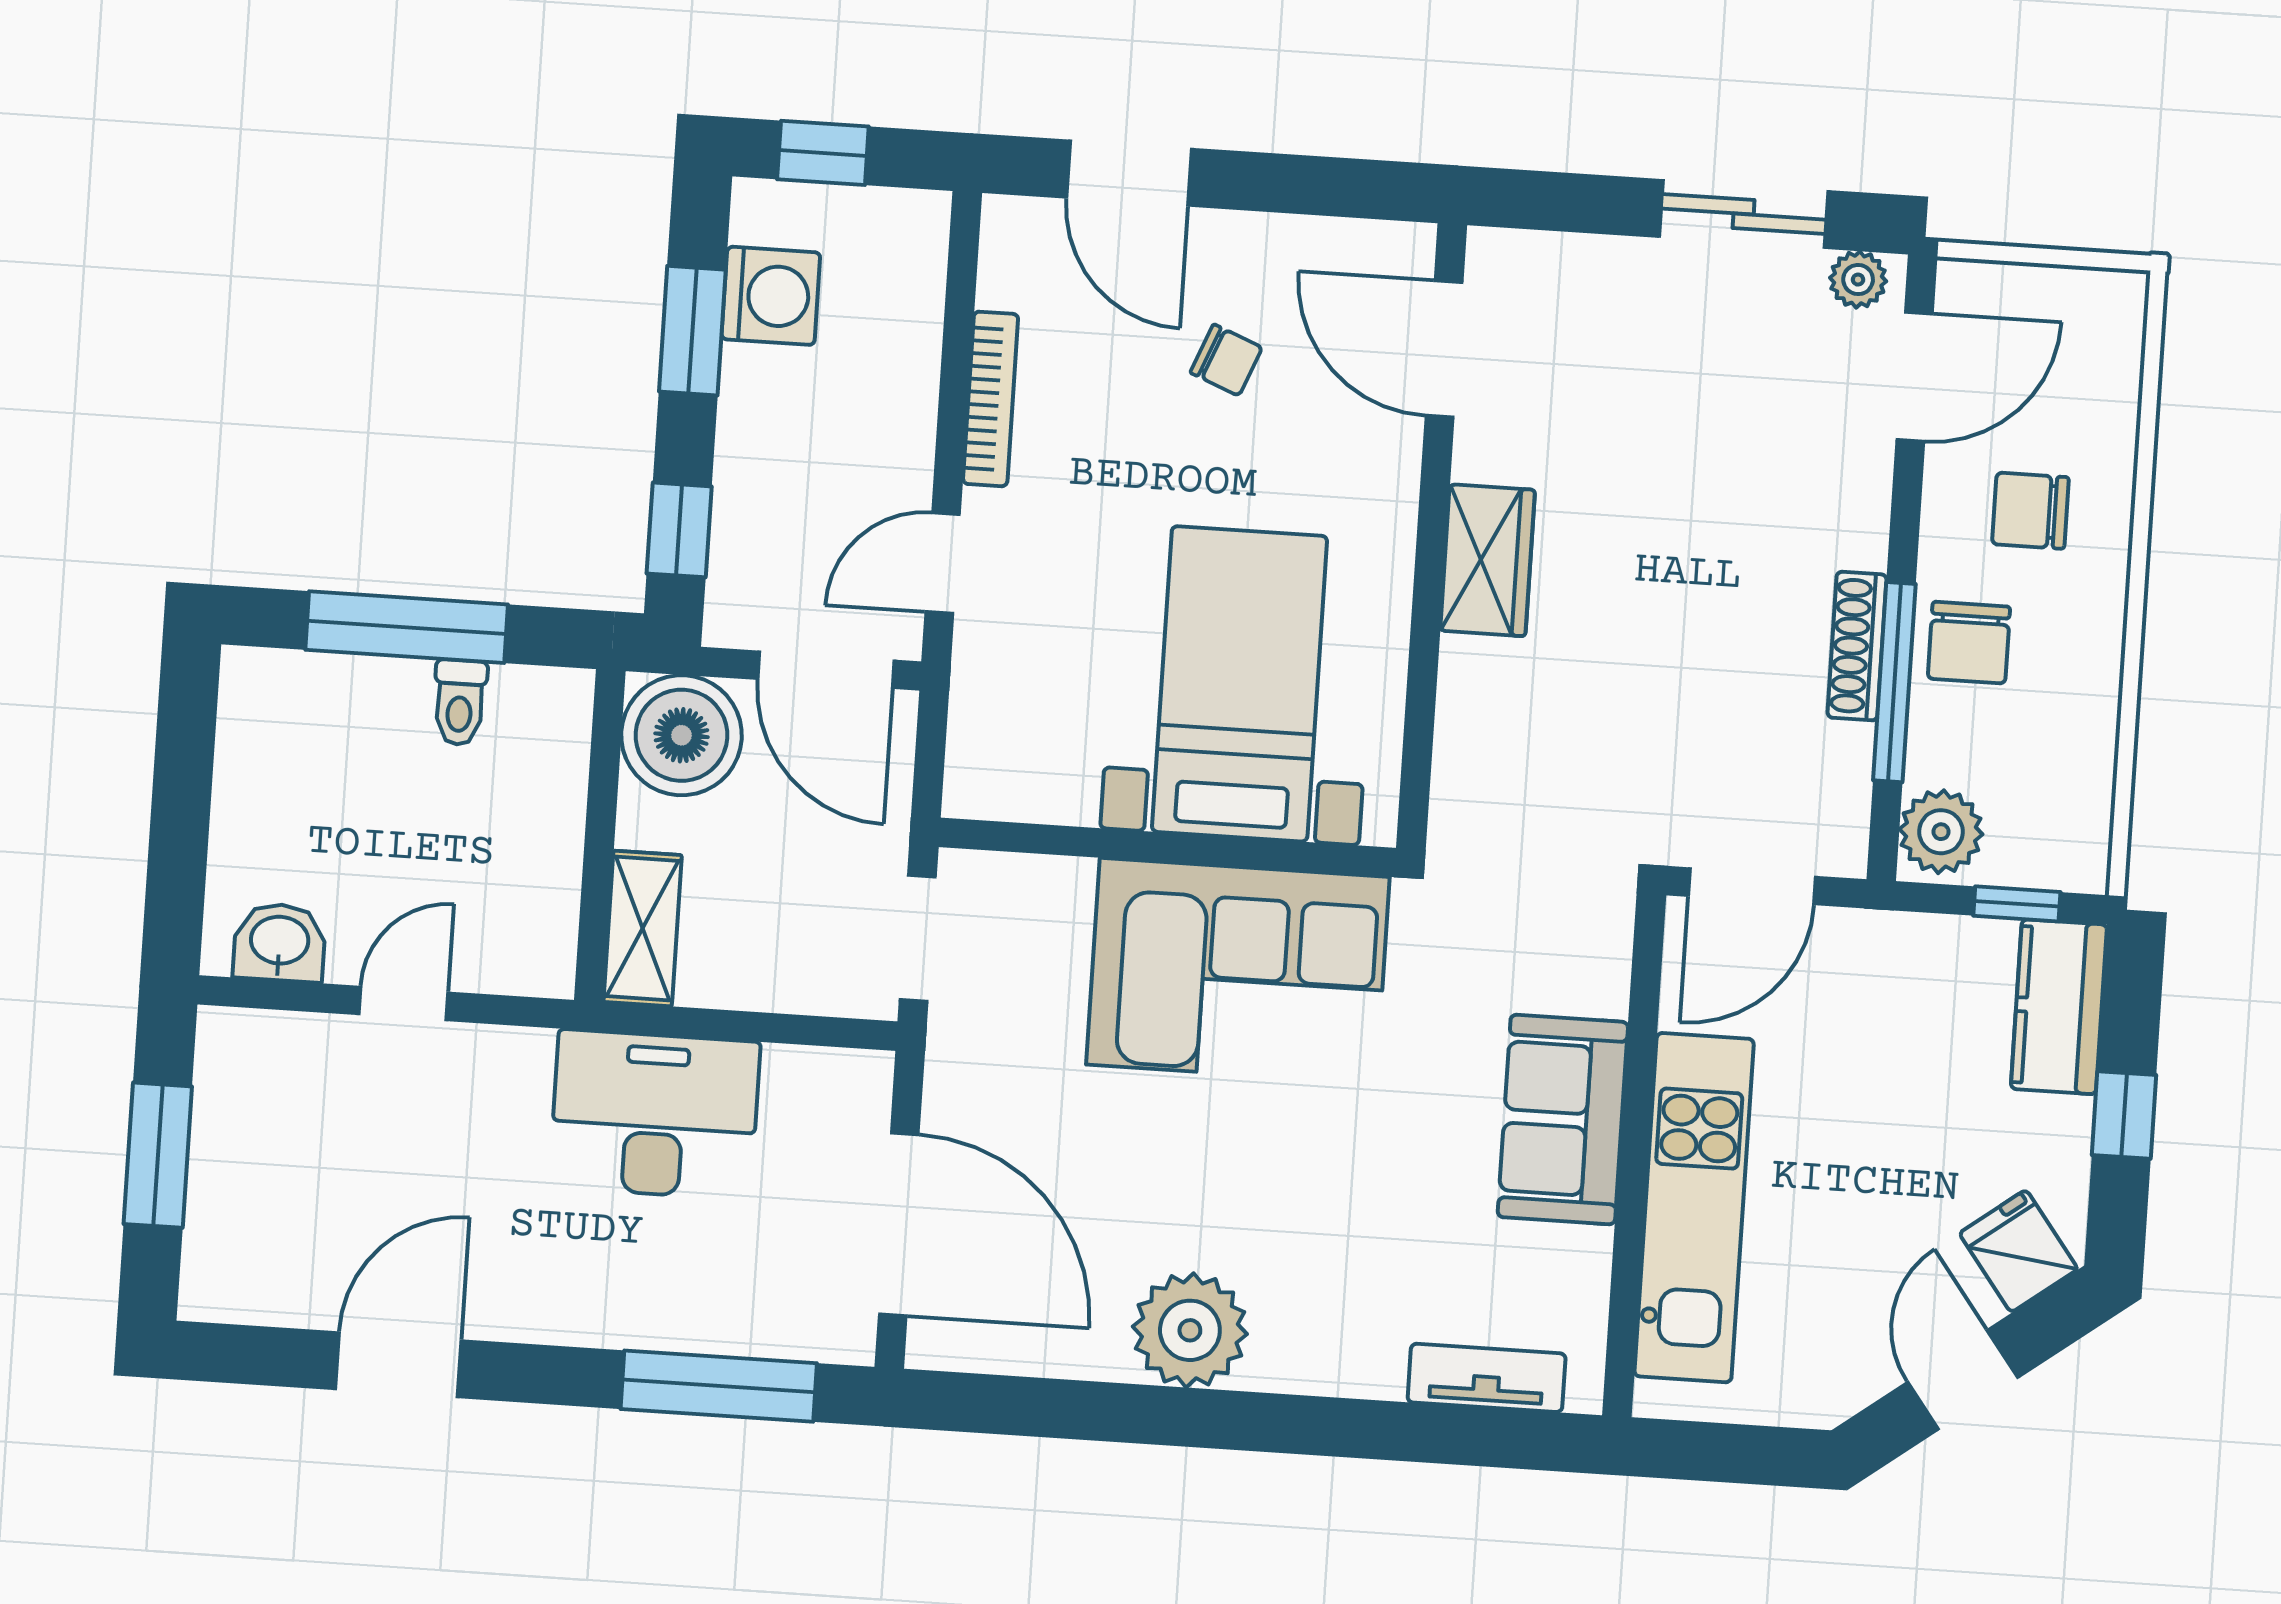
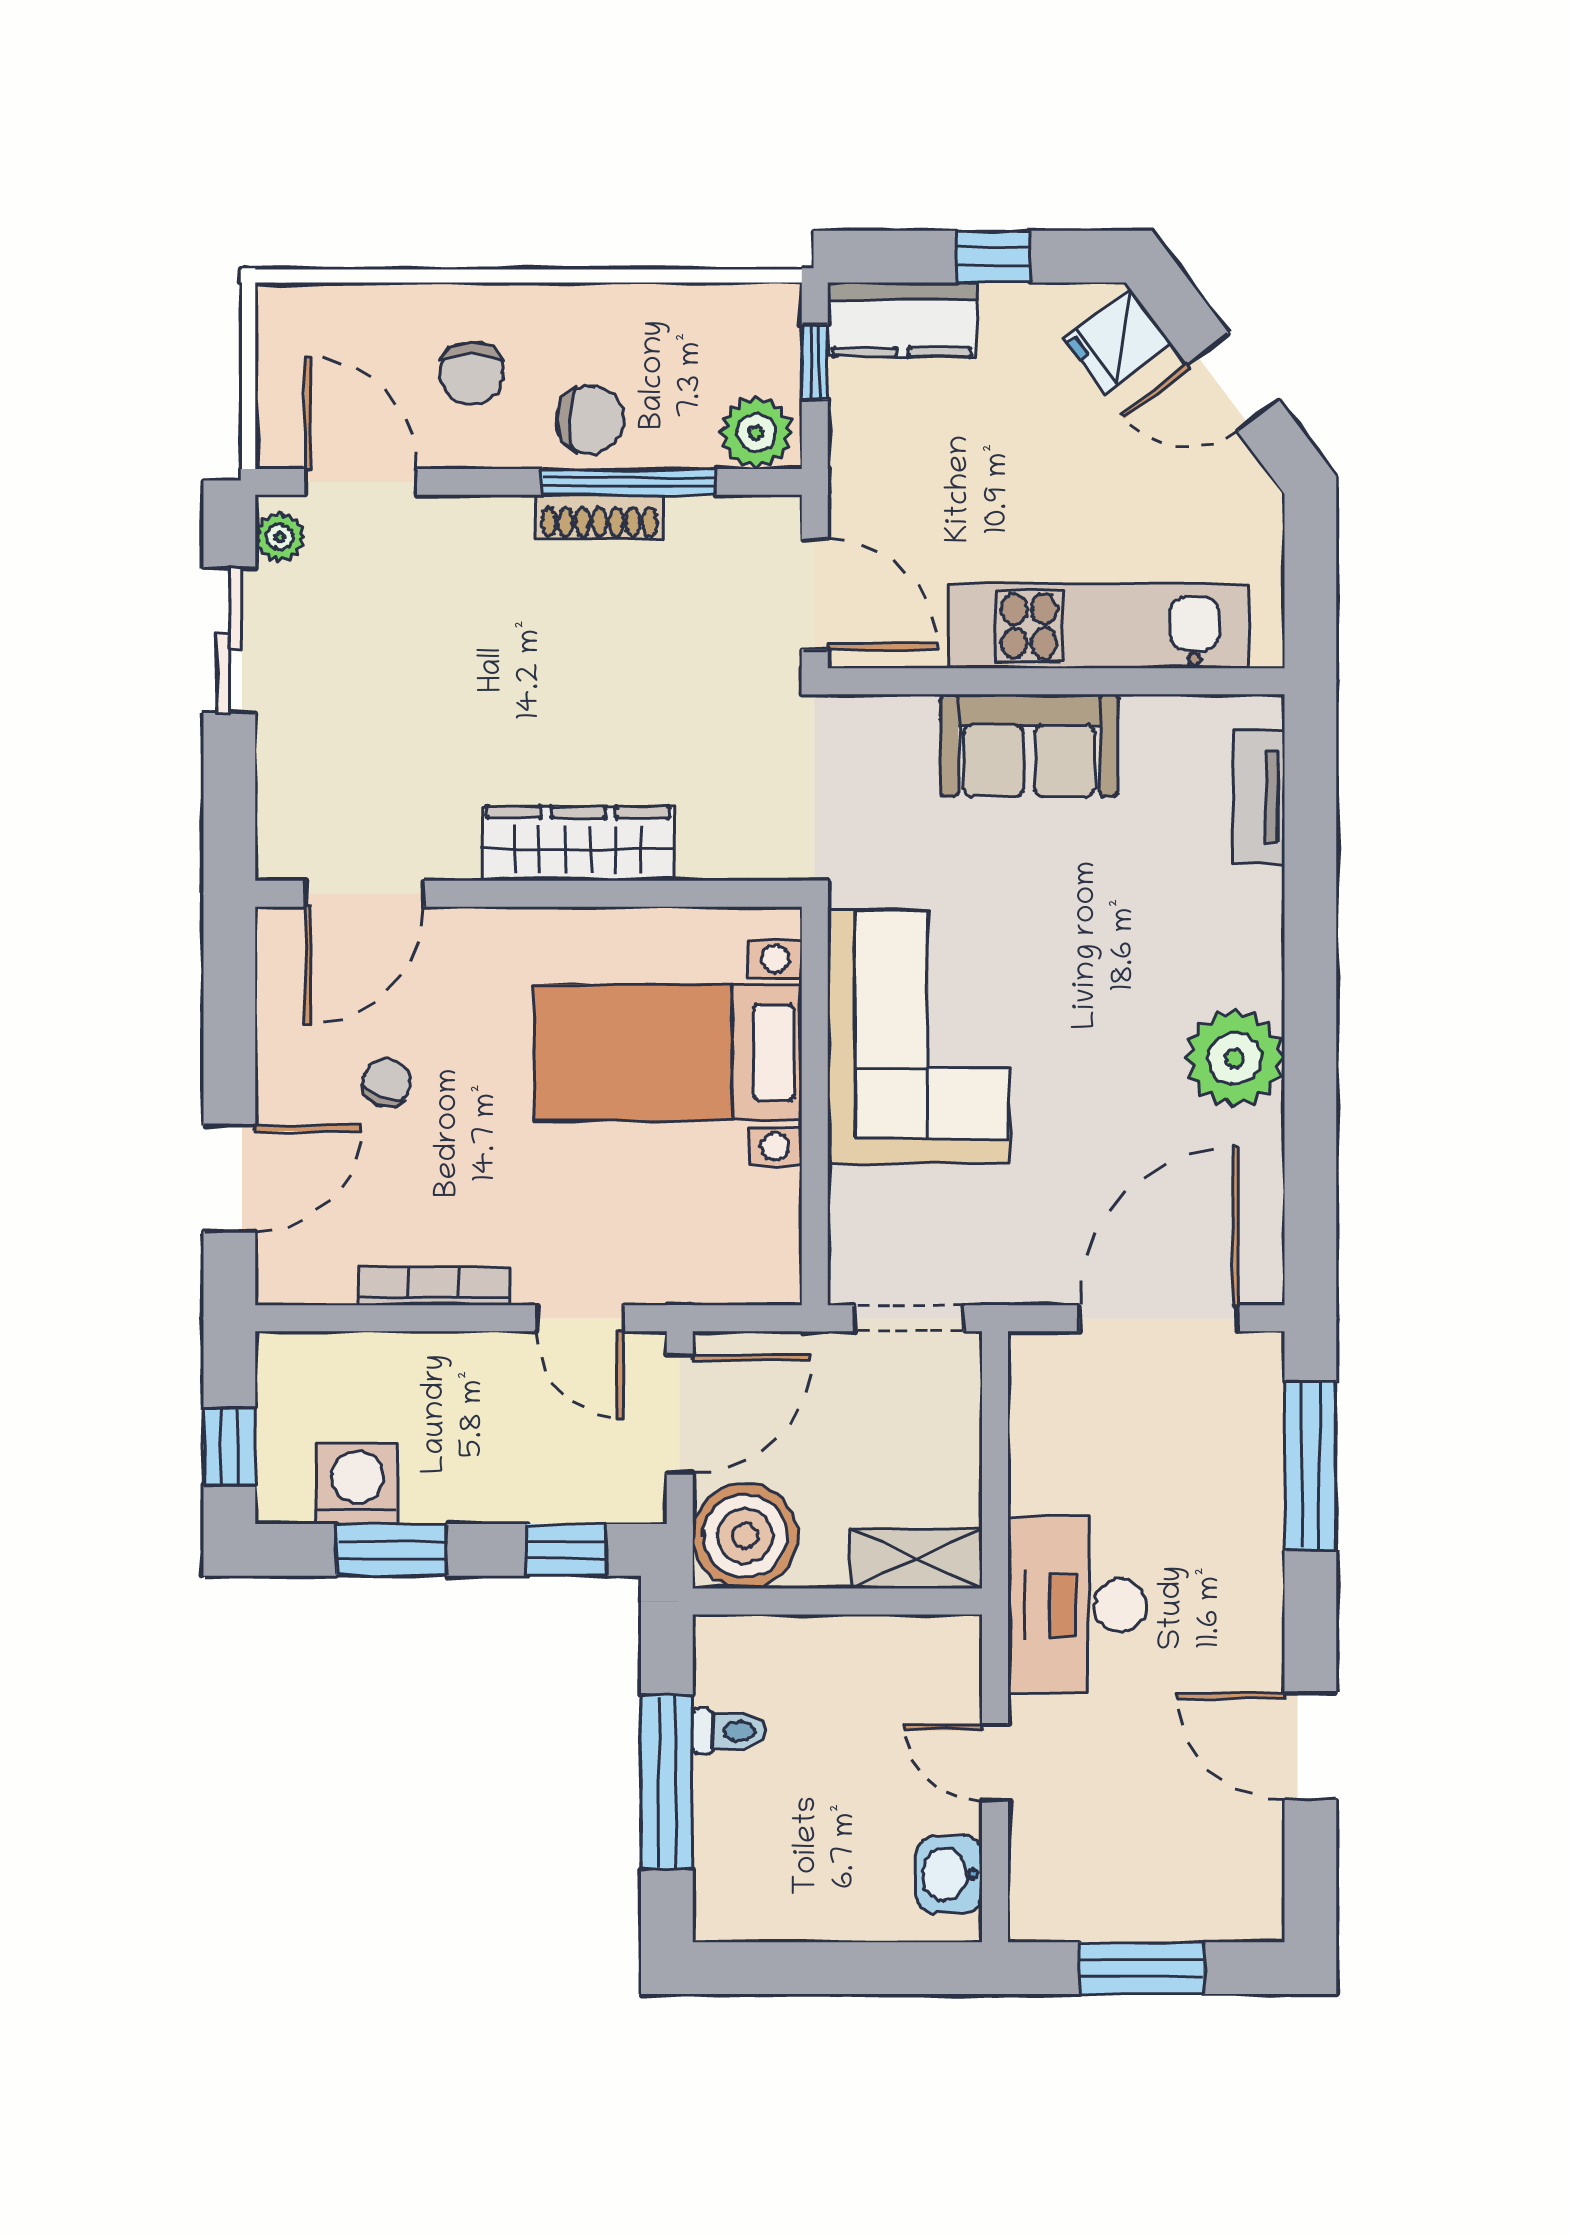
wardrobe: (1488, 560) -> (578, 844), width x1.50
desk: (655, 1114) -> (1077, 1605), moved

